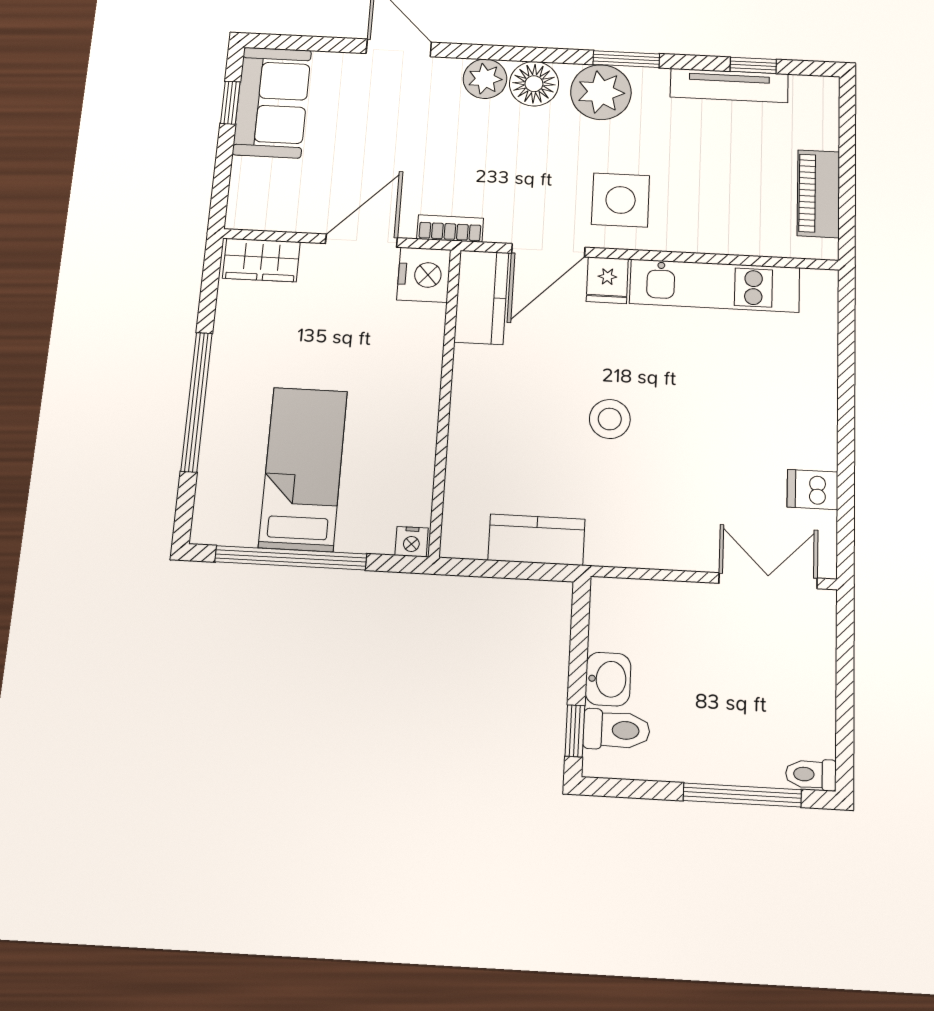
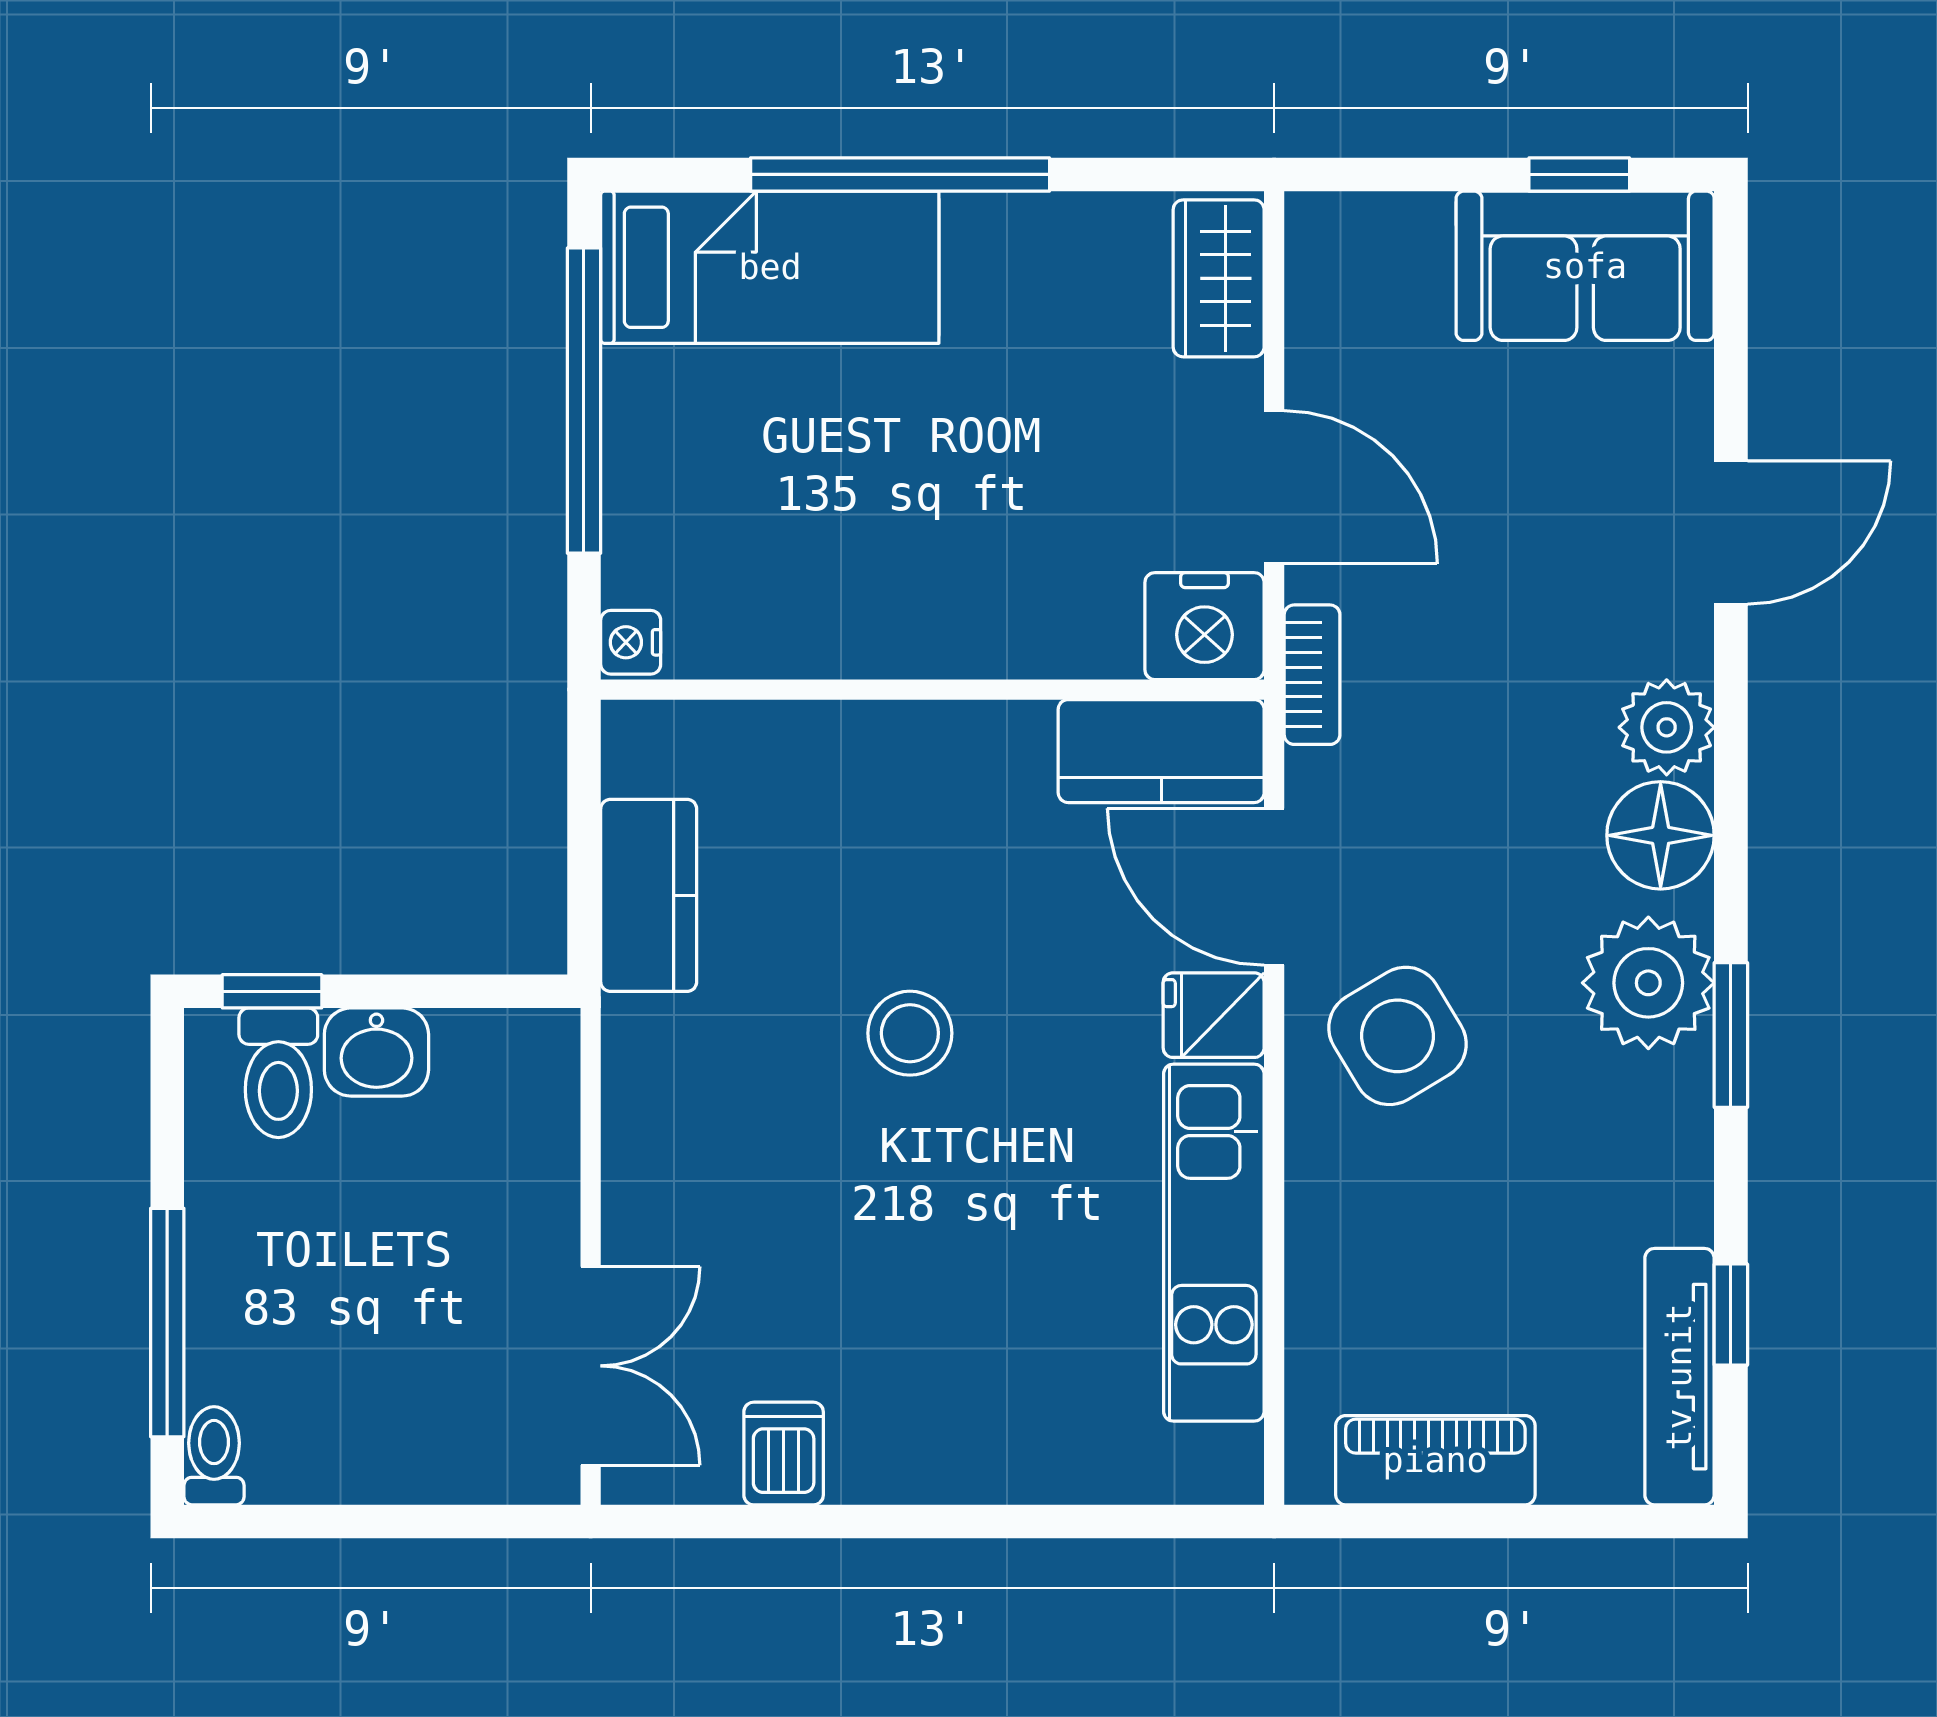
tv unit: (729, 85) -> (1679, 1377), moved
side table: (621, 200) -> (1398, 1036), turned -31
bed: (303, 469) -> (770, 267), moved

